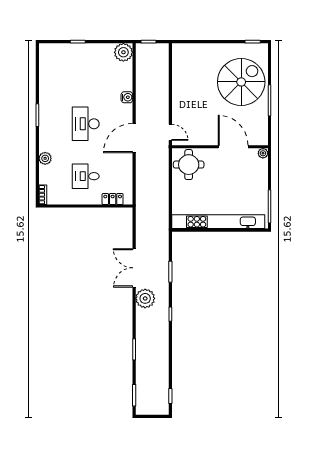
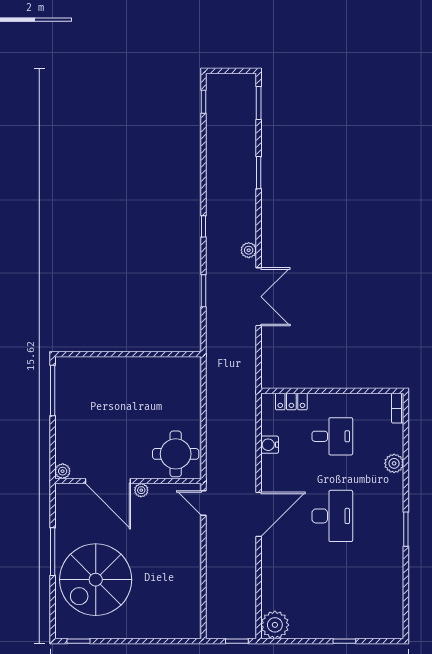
water cooler: (127, 97) -> (270, 445), moved
door: (134, 138) -> (259, 514), moved
plant: (211, 141) -> (141, 490), added
kitchen unit: (218, 222) -> (131, 367), removed
plant: (145, 298) -> (249, 250), width x0.53, depth x0.53

